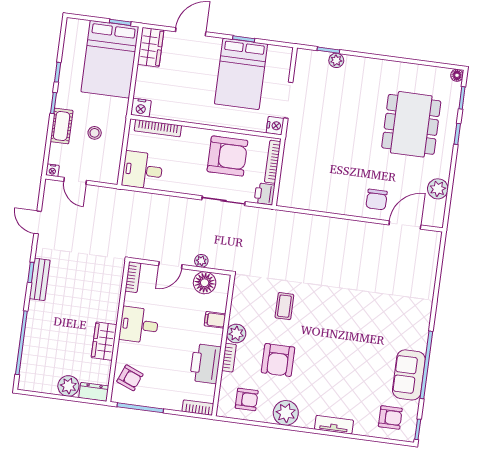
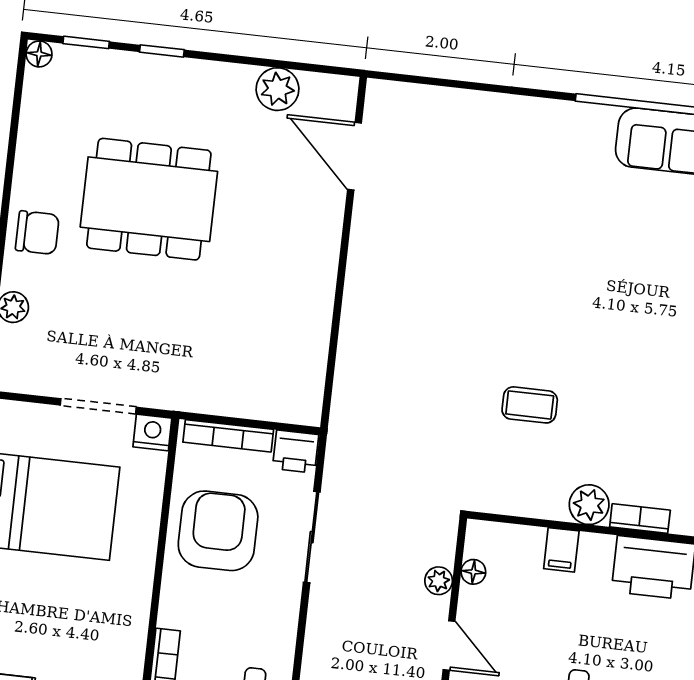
dining table: (411, 124) -> (149, 199), moved
chair: (377, 200) -> (37, 233), moved
floor lamp: (205, 283) -> (473, 572), width x0.53, depth x0.53
armchair: (278, 360) -> (643, 416), removed

